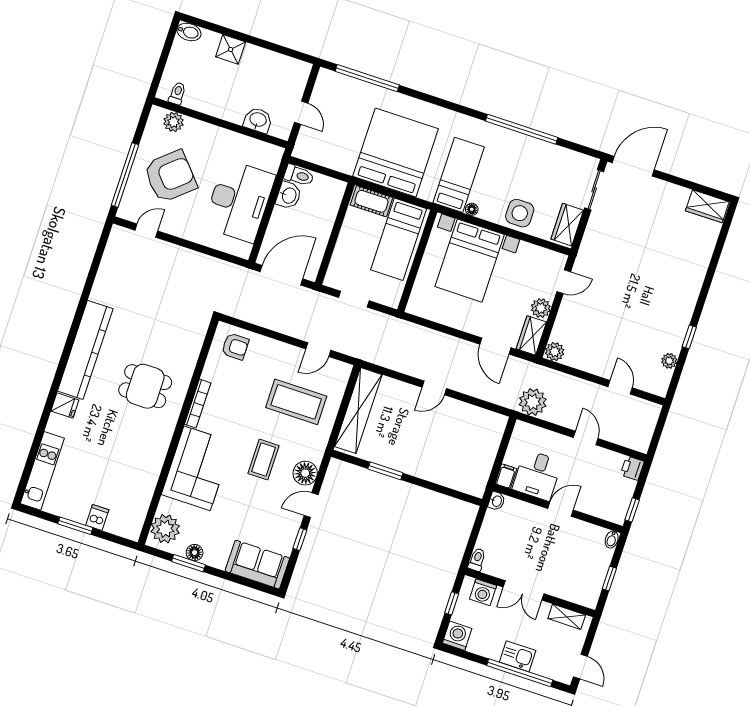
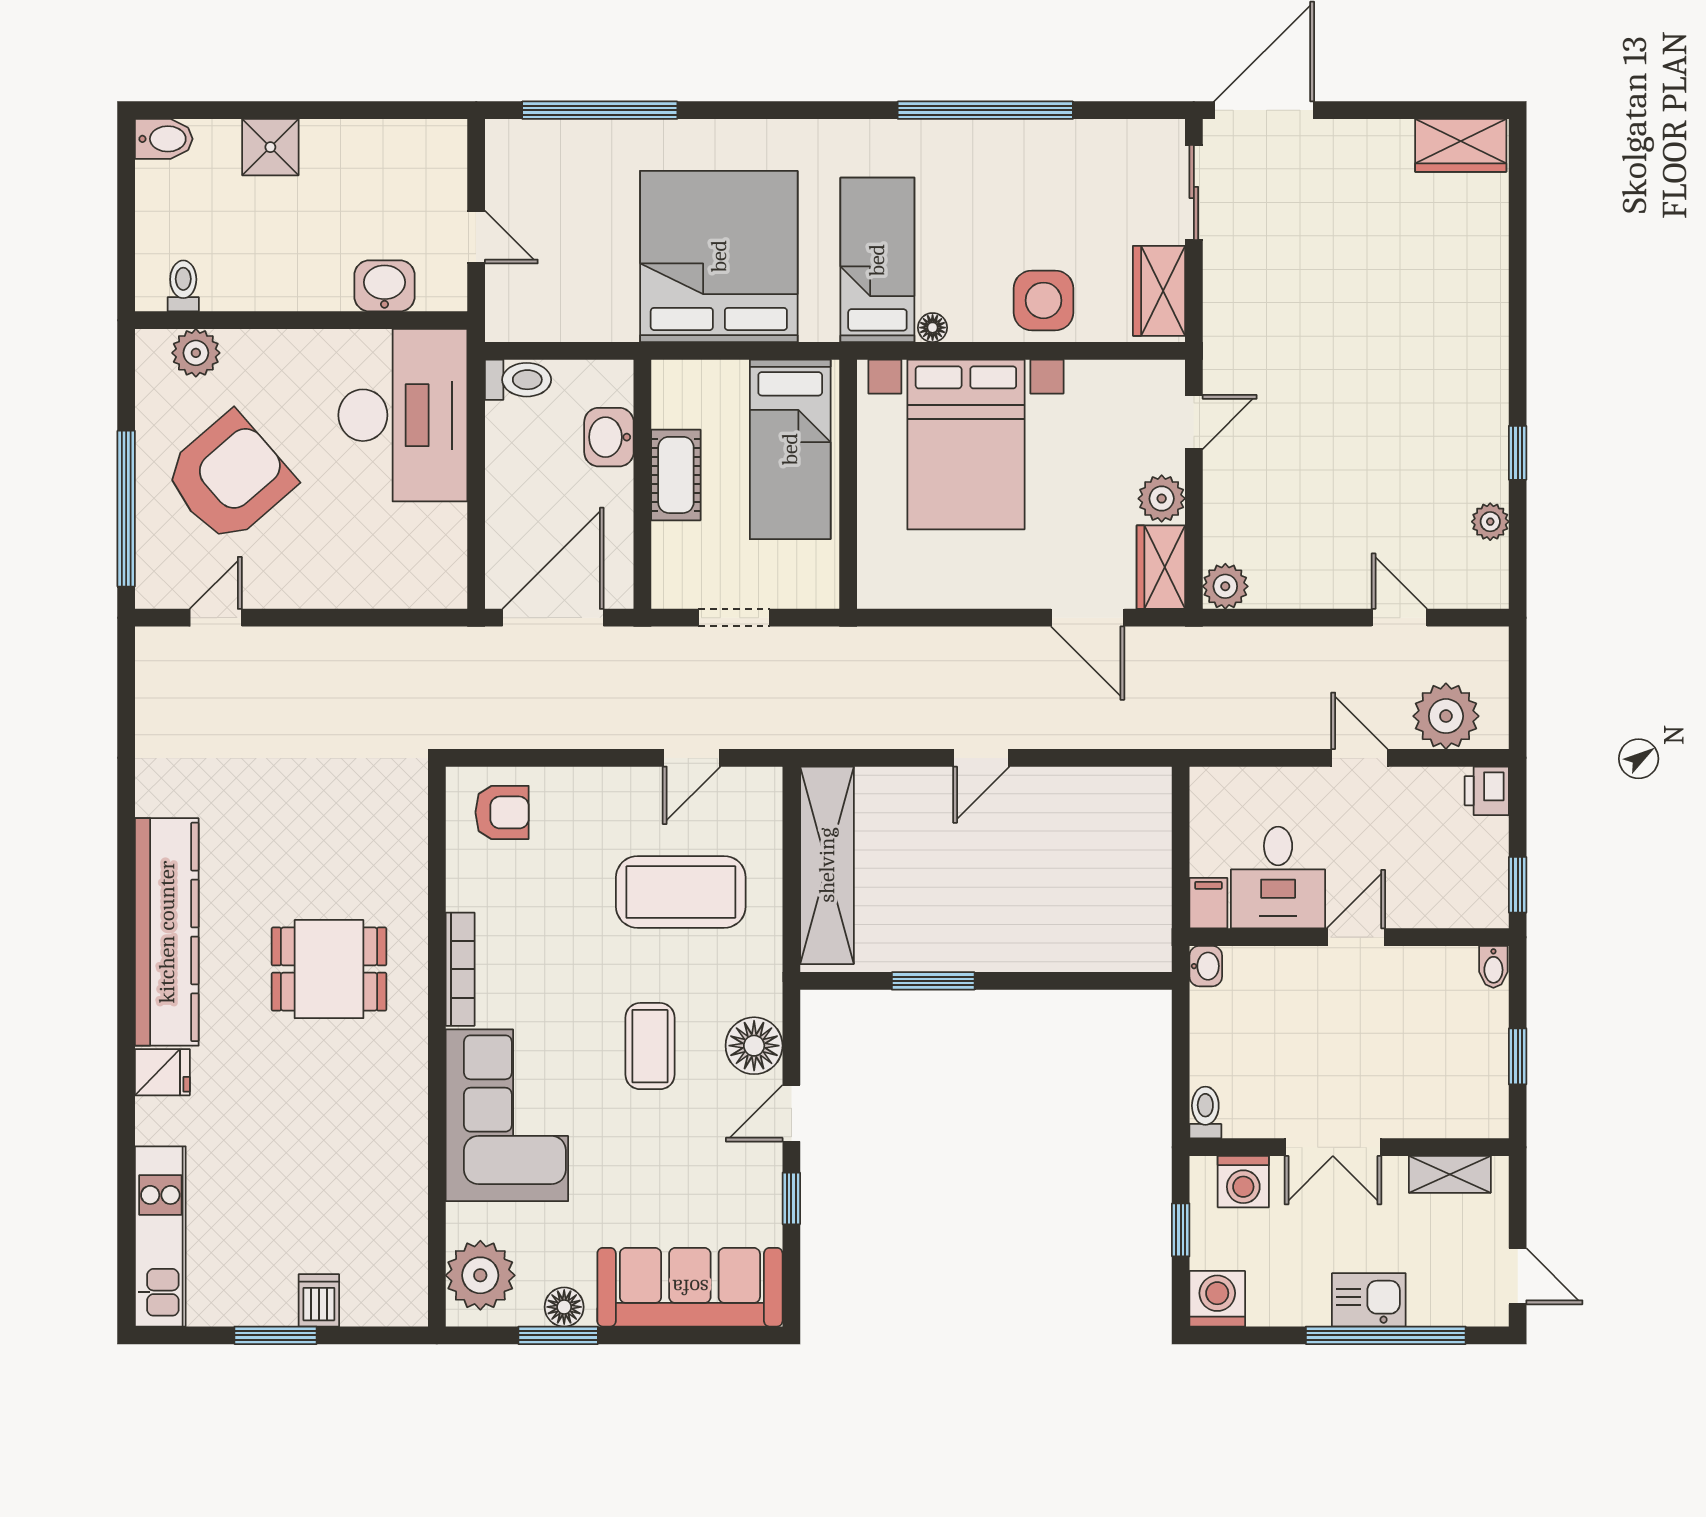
washbasin: (289, 195) -> (609, 437), moved, turned 180
desk: (239, 201) -> (403, 415), moved
cot: (371, 201) -> (676, 475), moved, turned 90
plant: (533, 402) -> (1446, 716), moved
sofa: (257, 565) -> (690, 1287), width x1.36

